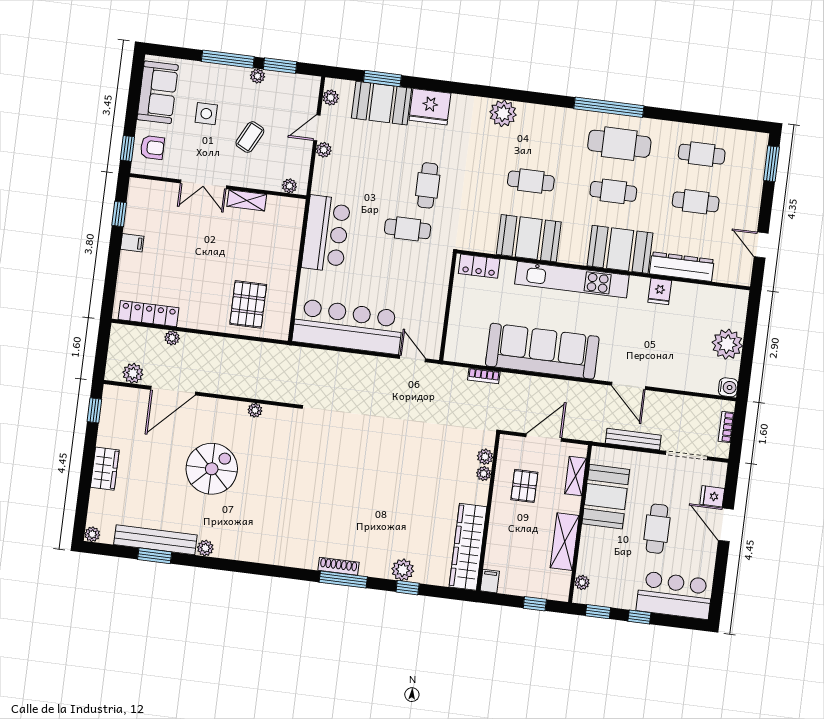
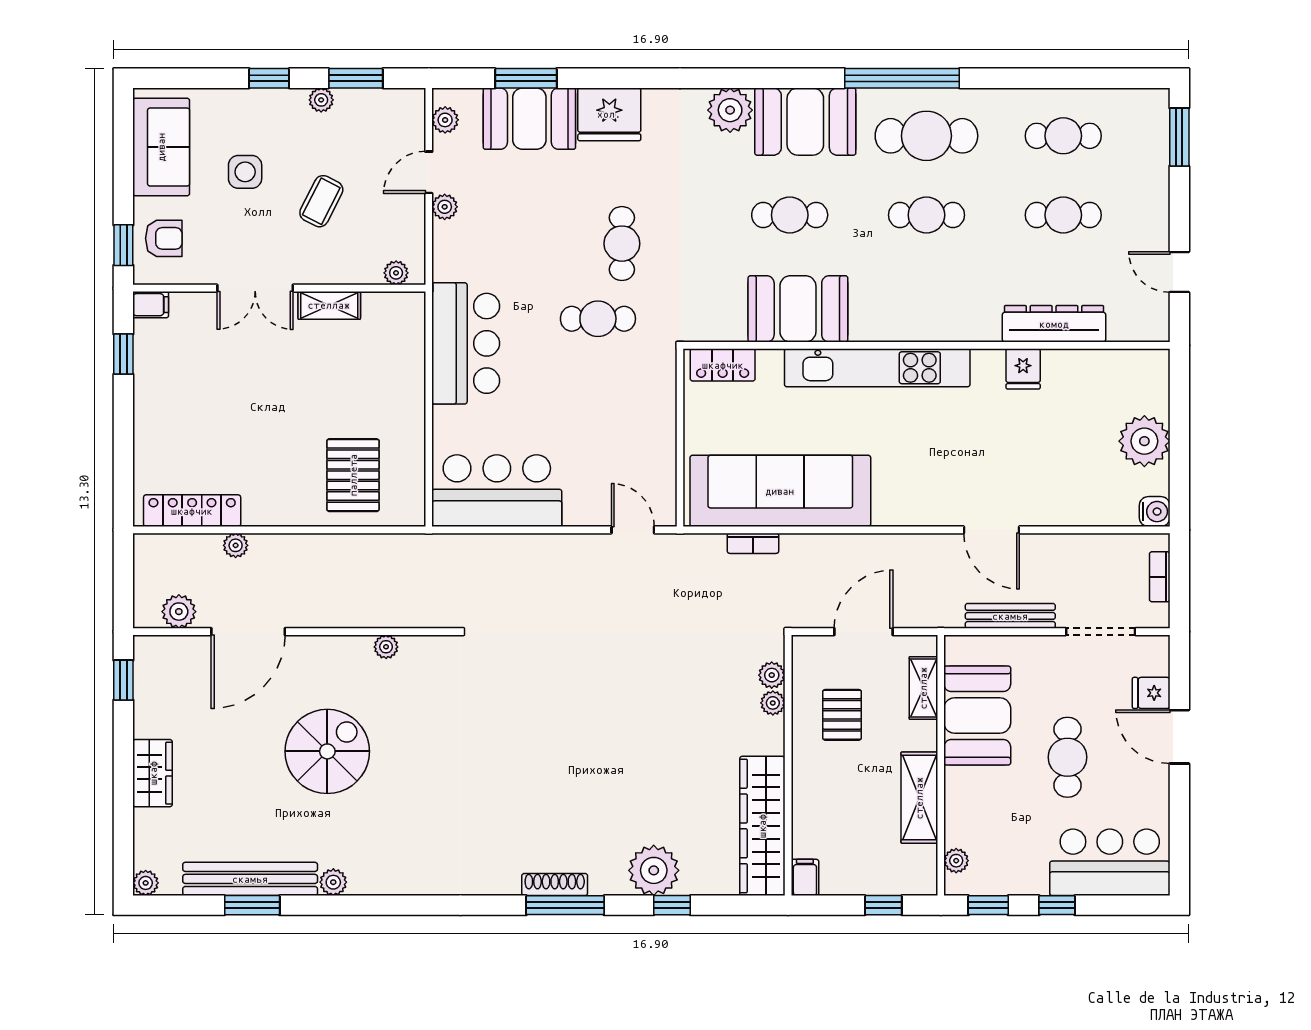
window: (228, 59) -> (269, 78), width x0.46
filing cabinet: (132, 243) -> (151, 305), moved
booth: (620, 249) -> (805, 122), moved
bar counter: (348, 326) -> (497, 491), width x0.73
sofa: (542, 351) -> (780, 491), moved
plant: (403, 570) -> (654, 870), width x1.36, depth x1.36

